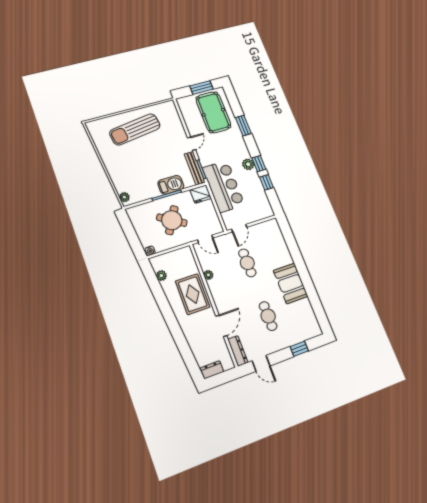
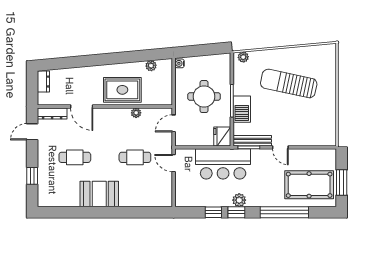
window: (243, 126) -> (284, 212), width x2.11
sun lounger: (135, 129) -> (289, 83), moved, turned -70
round table: (172, 220) -> (204, 97), turned -31

